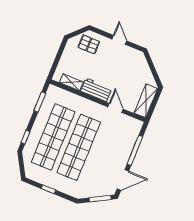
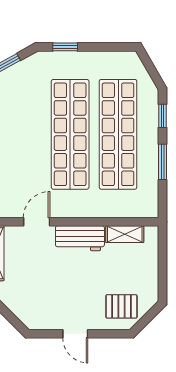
window: (40, 102) -> (162, 162), moved
door: (116, 108) -> (37, 222), swing flipped
window: (48, 189) -> (65, 47), moved

